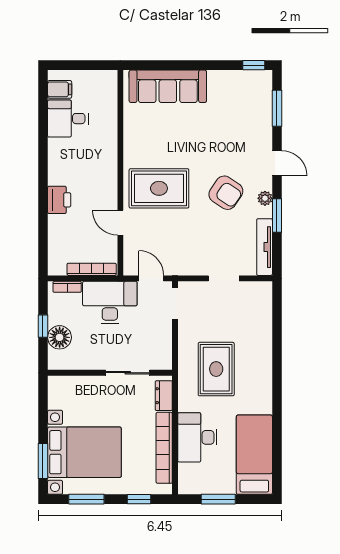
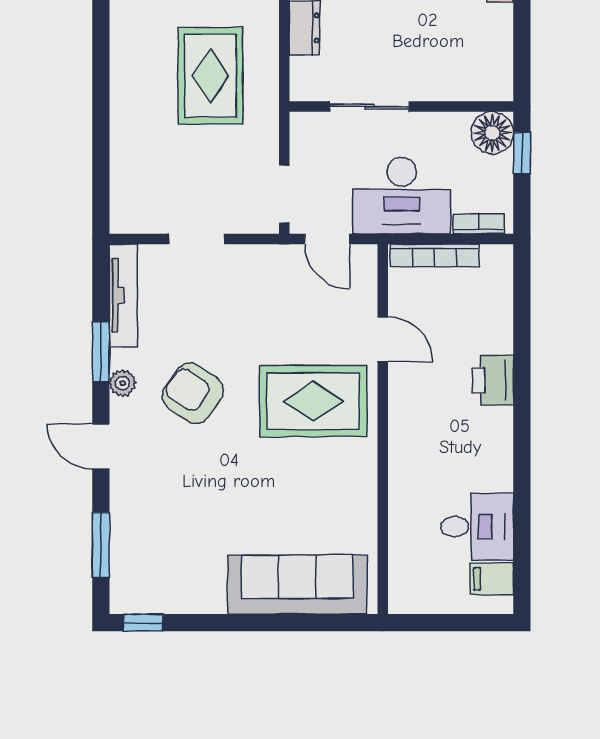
wall: (110, 373) -> (401, 107), moved
sliding door: (128, 373) -> (370, 107), moved

